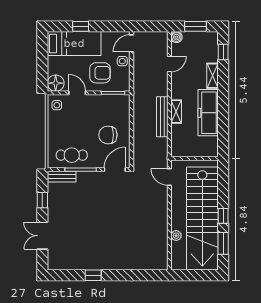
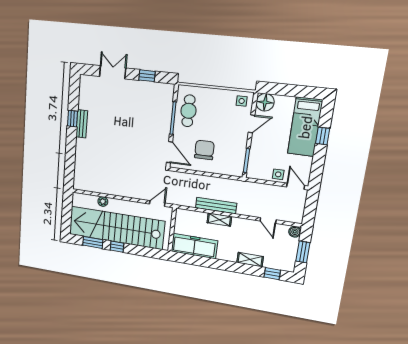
armchair: (100, 73) -> (269, 150), removed
freezer: (208, 113) -> (194, 246), moved
bench: (62, 177) -> (82, 124), moved

